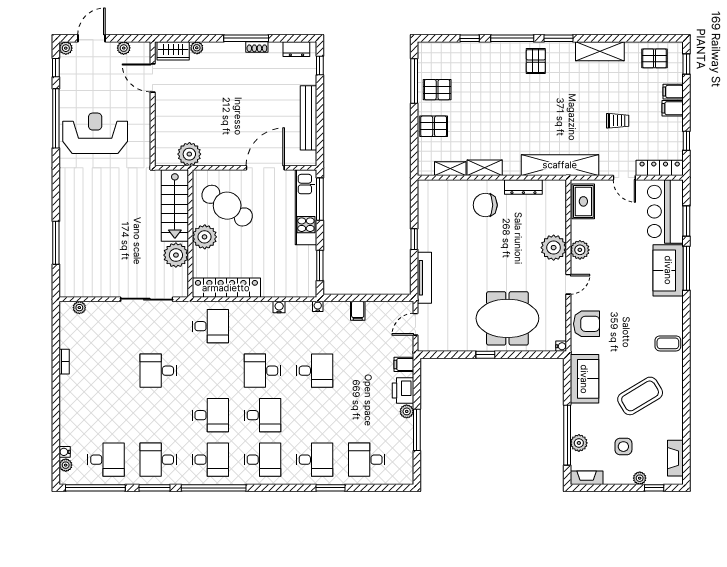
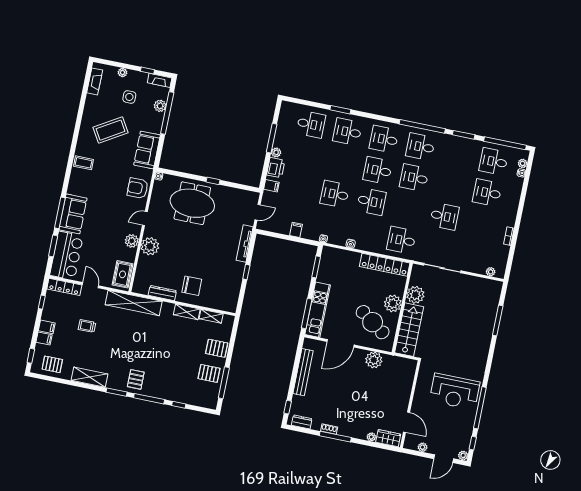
plant: (189, 154) -> (374, 360), moved
desk: (158, 460) -> (487, 193), moved, turned 180
window: (654, 488) -> (147, 70), moved

